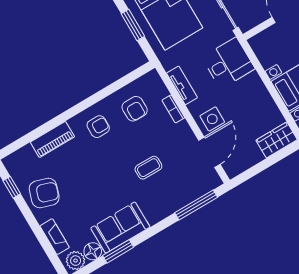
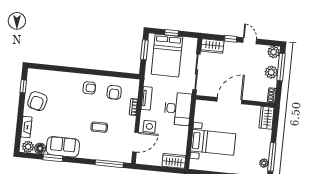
desk: (228, 63) -> (178, 109), width x1.37
piano: (52, 139) -> (61, 77), removed
armchair: (44, 193) -> (37, 101), turned 86

